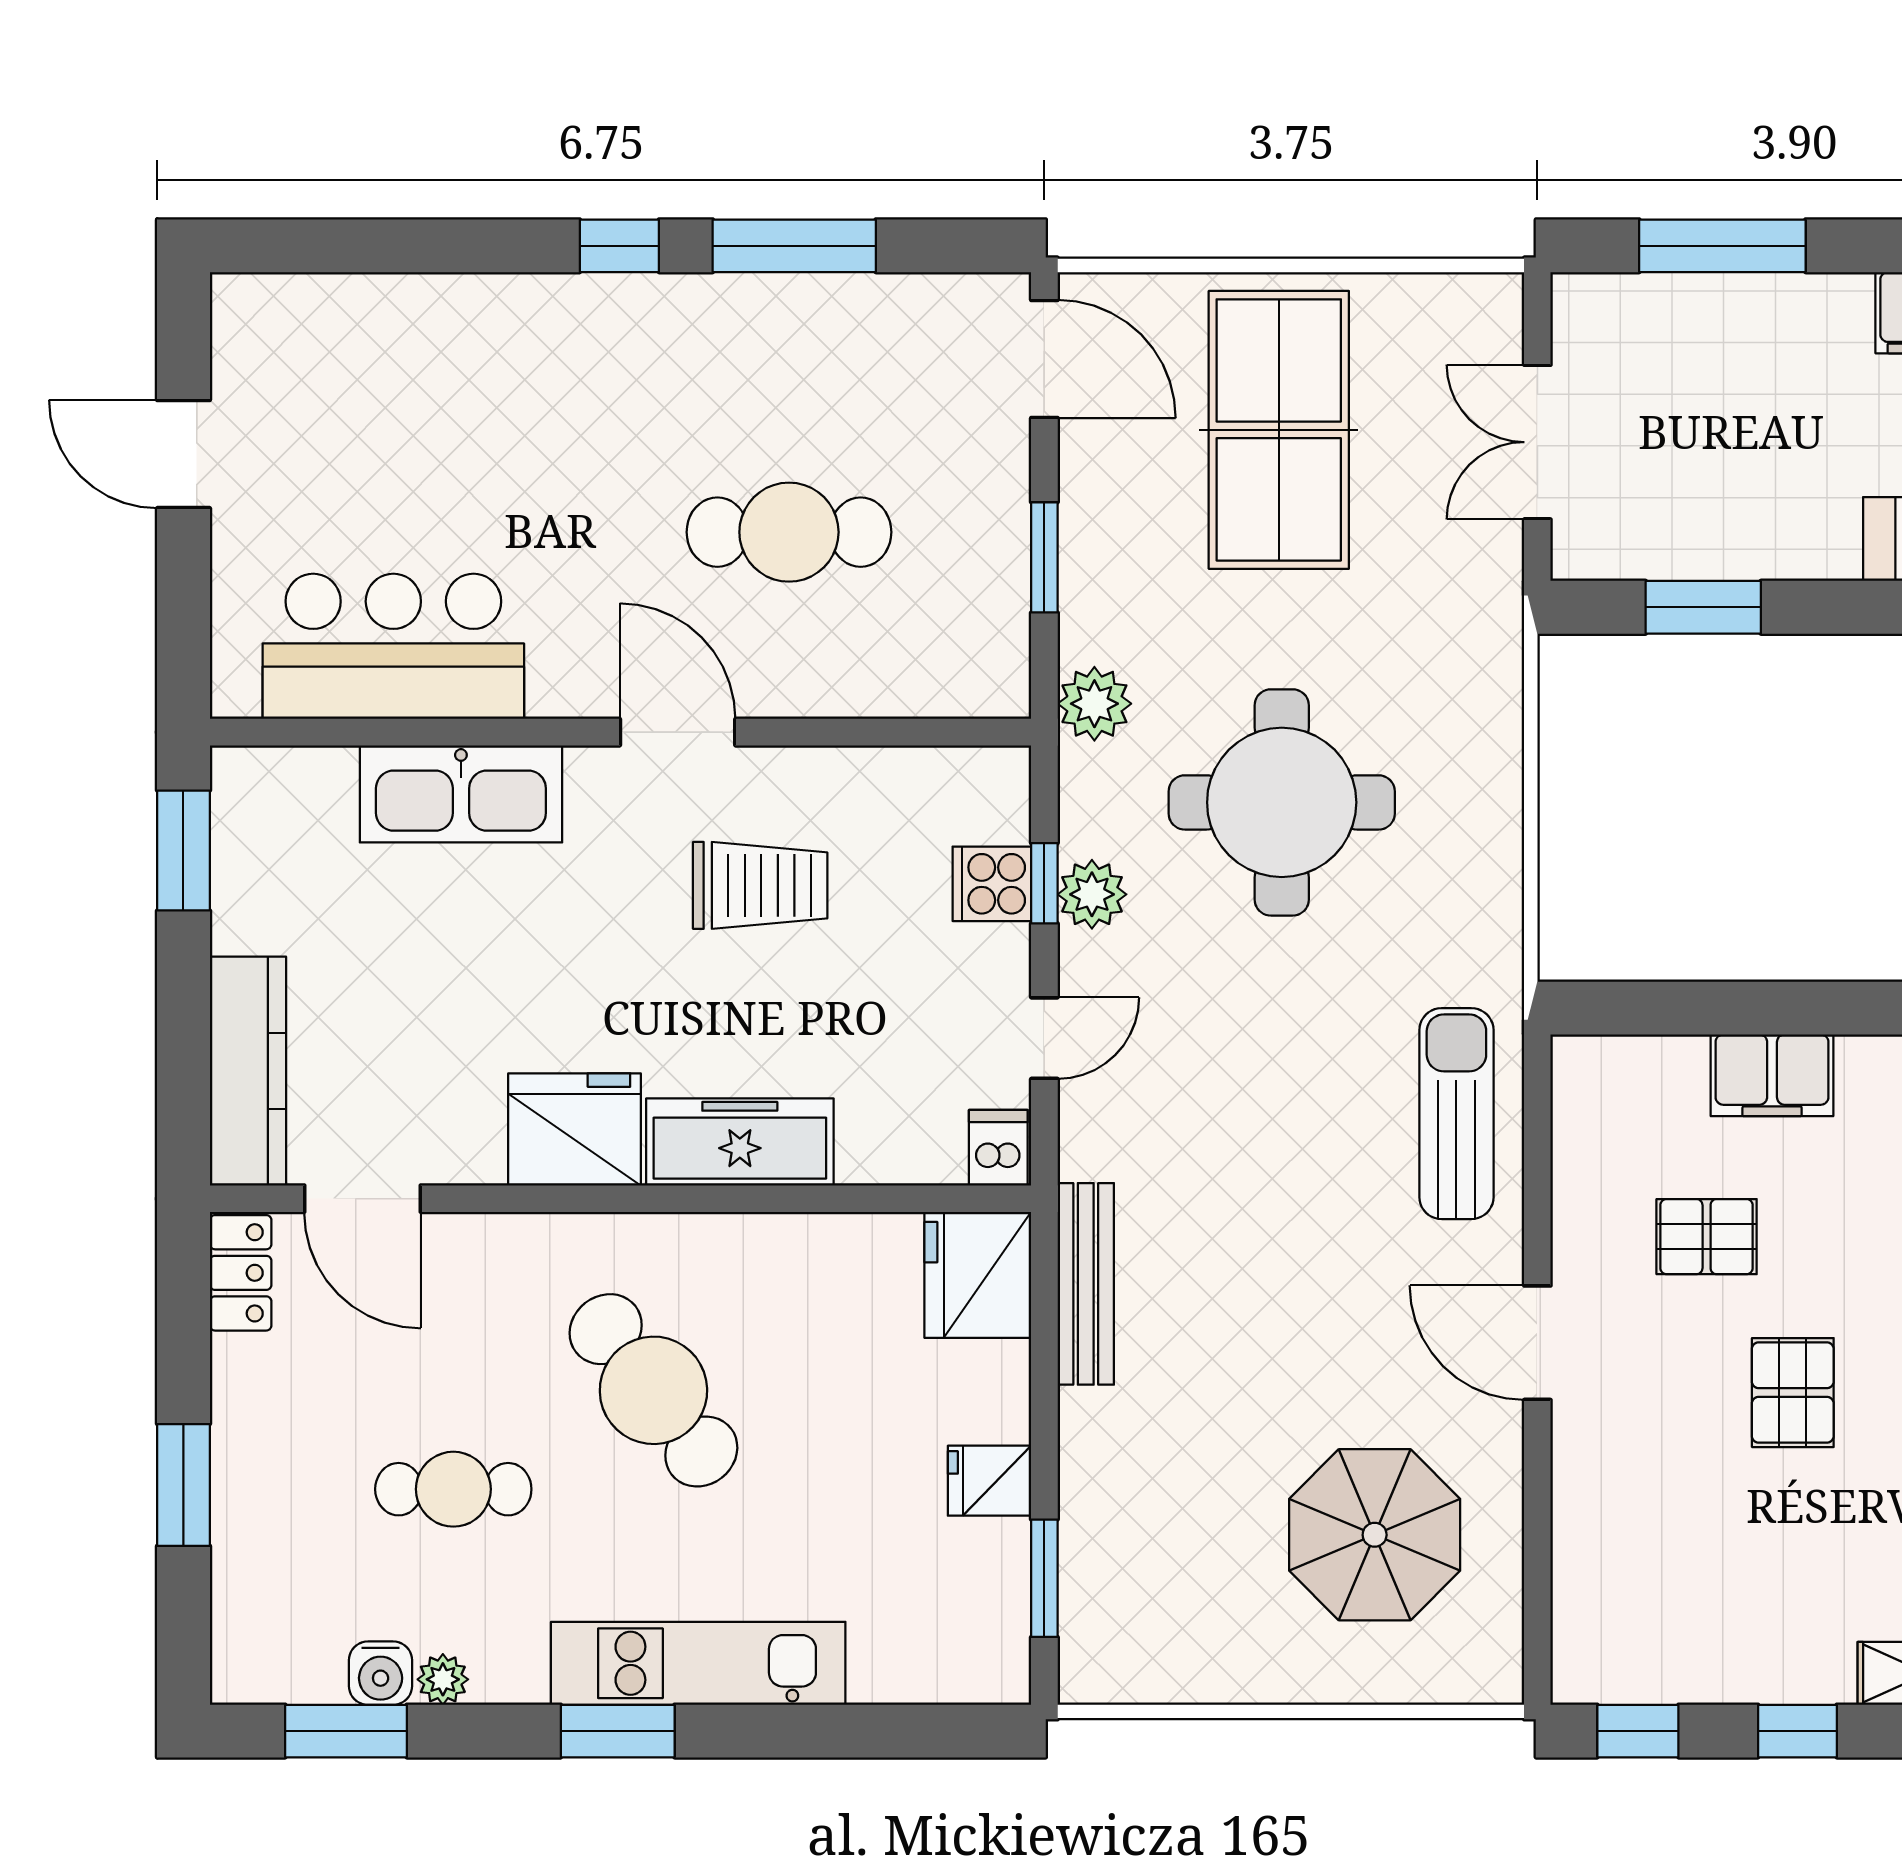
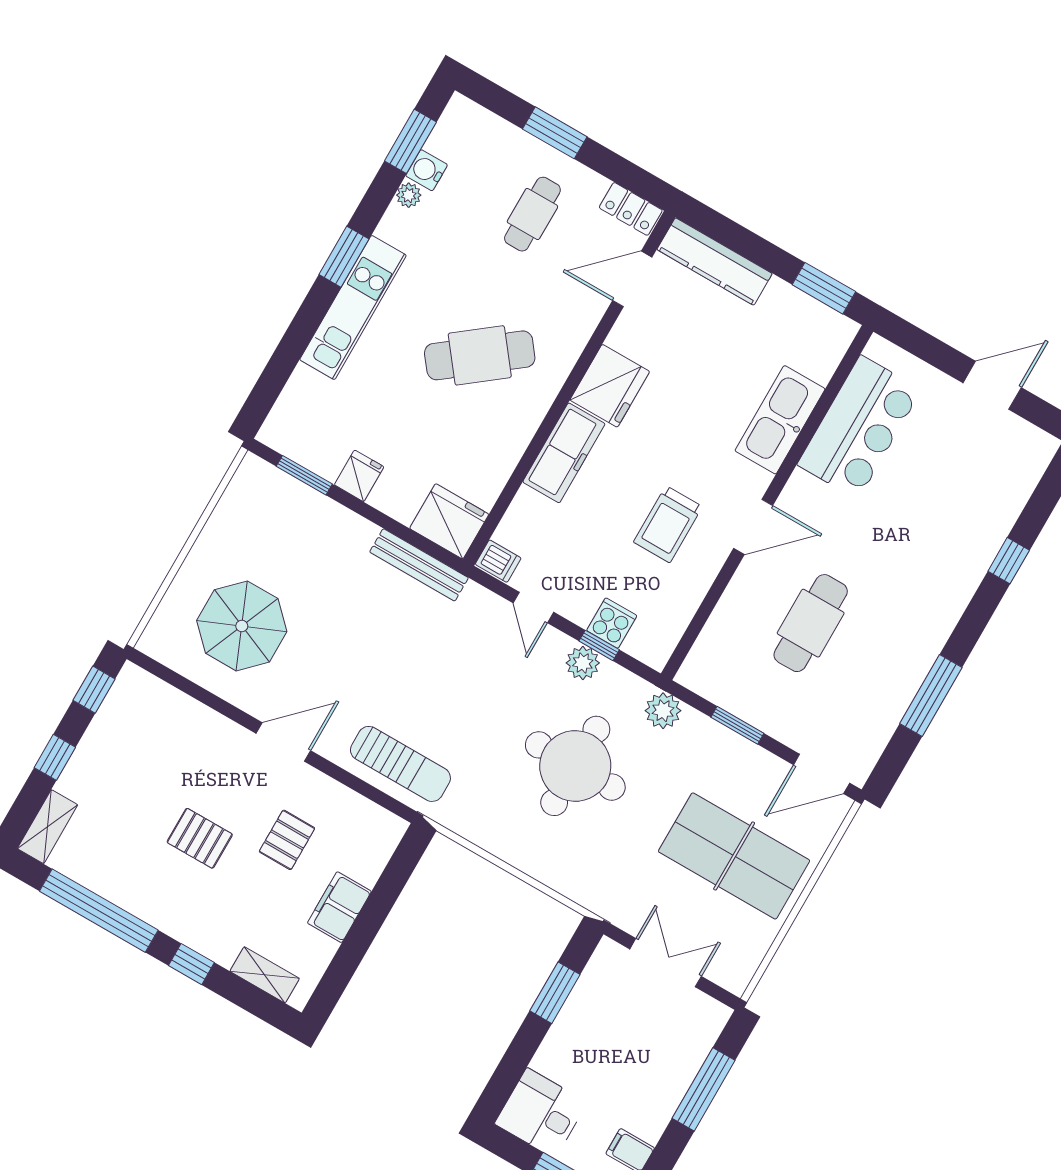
window: (619, 246) -> (1009, 561), moved
cafe table: (453, 1489) -> (532, 214), moved

